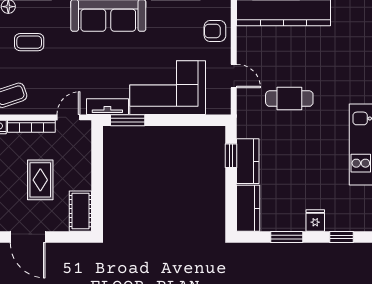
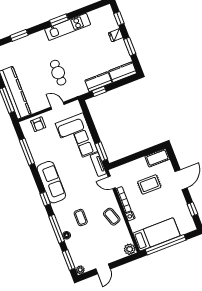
door: (234, 76) -> (57, 106), hinge flipped

